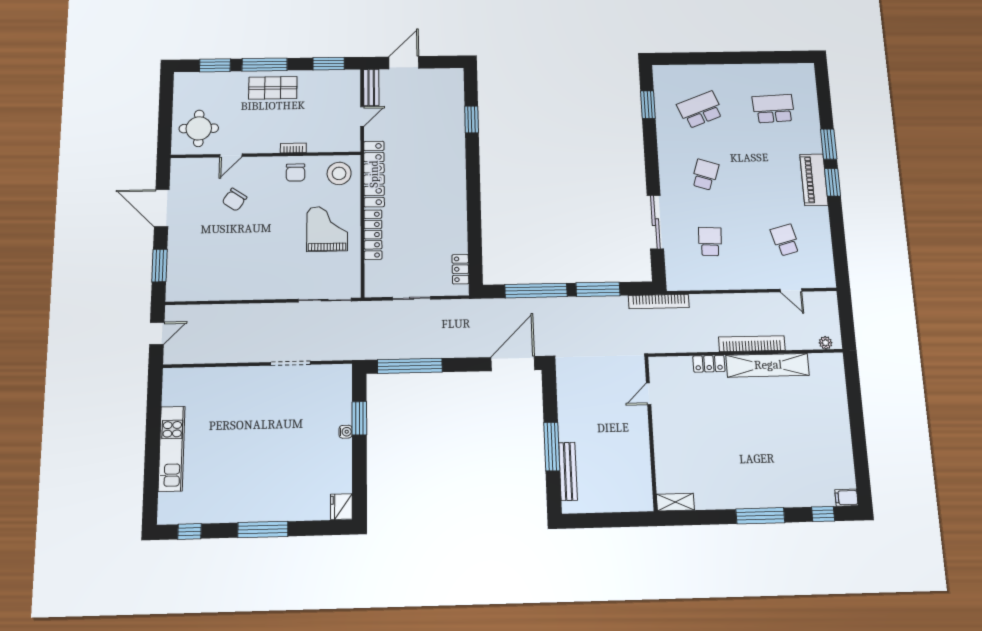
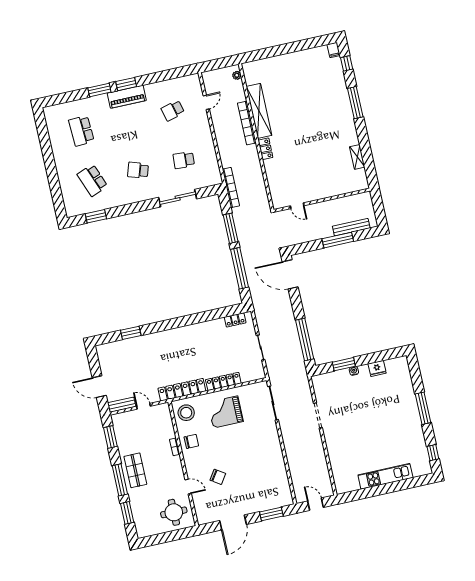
door: (649, 394) -> (297, 206), moved
wall: (651, 433) -> (322, 200), moved
fridge: (341, 507) -> (377, 368), moved

